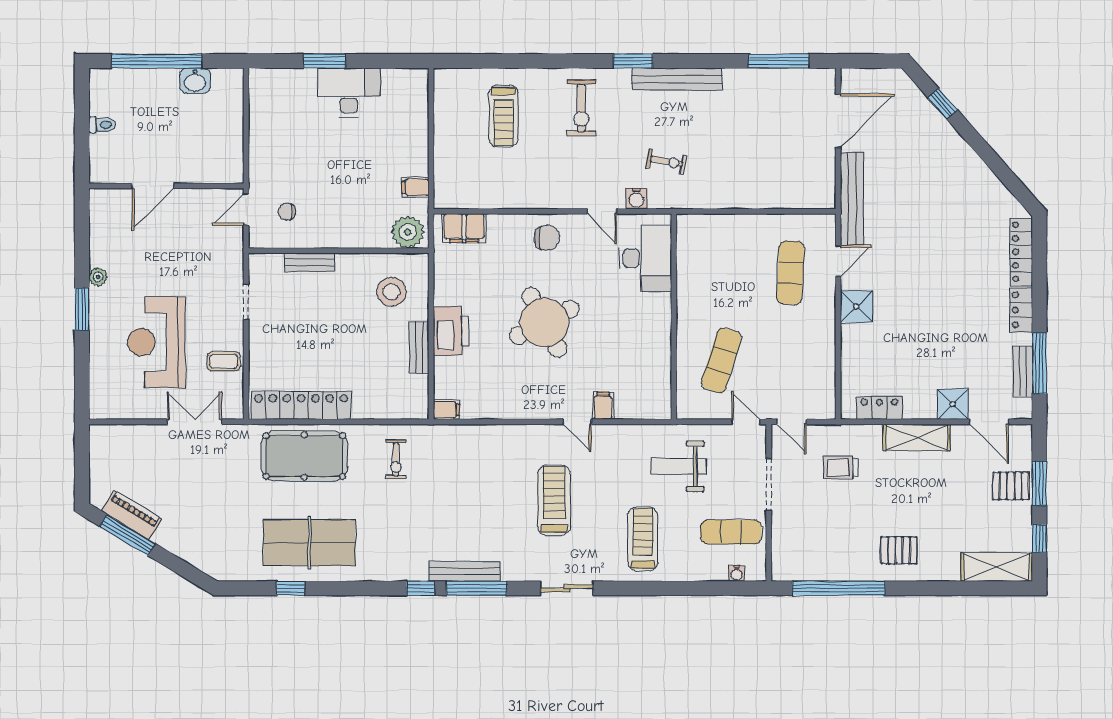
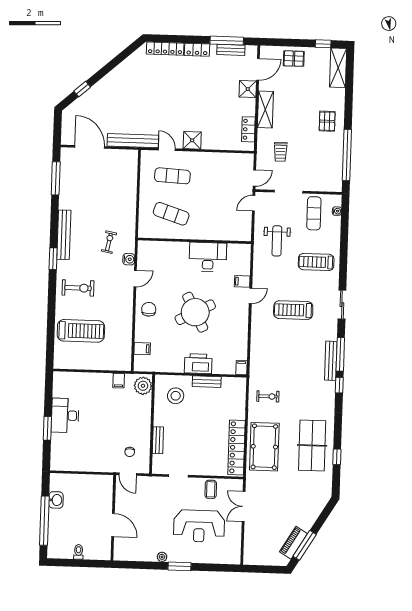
treadmill: (504, 116) -> (81, 331), width x1.37, depth x1.38
filing cabinet: (464, 228) -> (142, 349), width x0.50
desk: (645, 258) -> (208, 257), moved
exercise mat: (722, 360) -> (171, 214), moved
window: (1039, 483) -> (293, 43), removed
pallet: (1011, 486) -> (294, 59), turned 90

